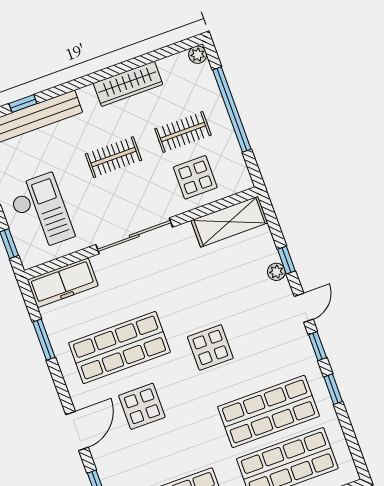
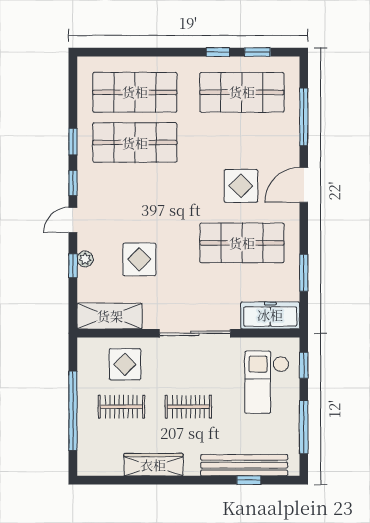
plant: (198, 55) -> (85, 468), removed
display table: (210, 347) -> (139, 259), moved

